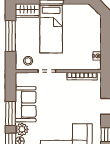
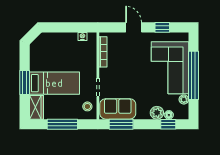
sofa: (26, 104) -> (118, 109), moved
window: (11, 113) -> (121, 124), moved

